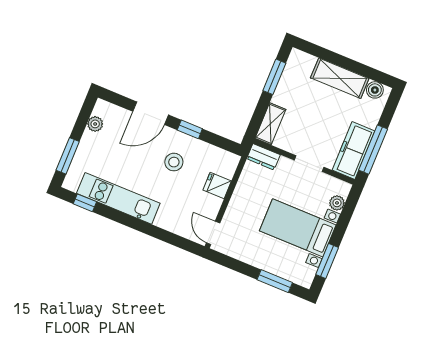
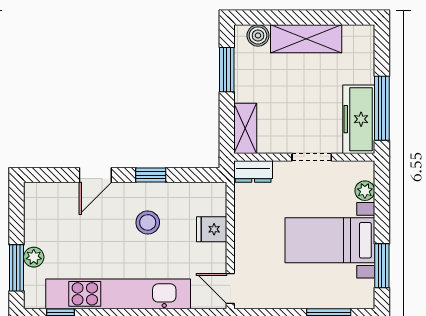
boiler: (375, 90) -> (258, 35), moved
door: (151, 113) -> (95, 175), width x0.73
plant: (95, 124) -> (34, 257), moved
kitchen unit: (118, 198) -> (118, 294), width x1.36

